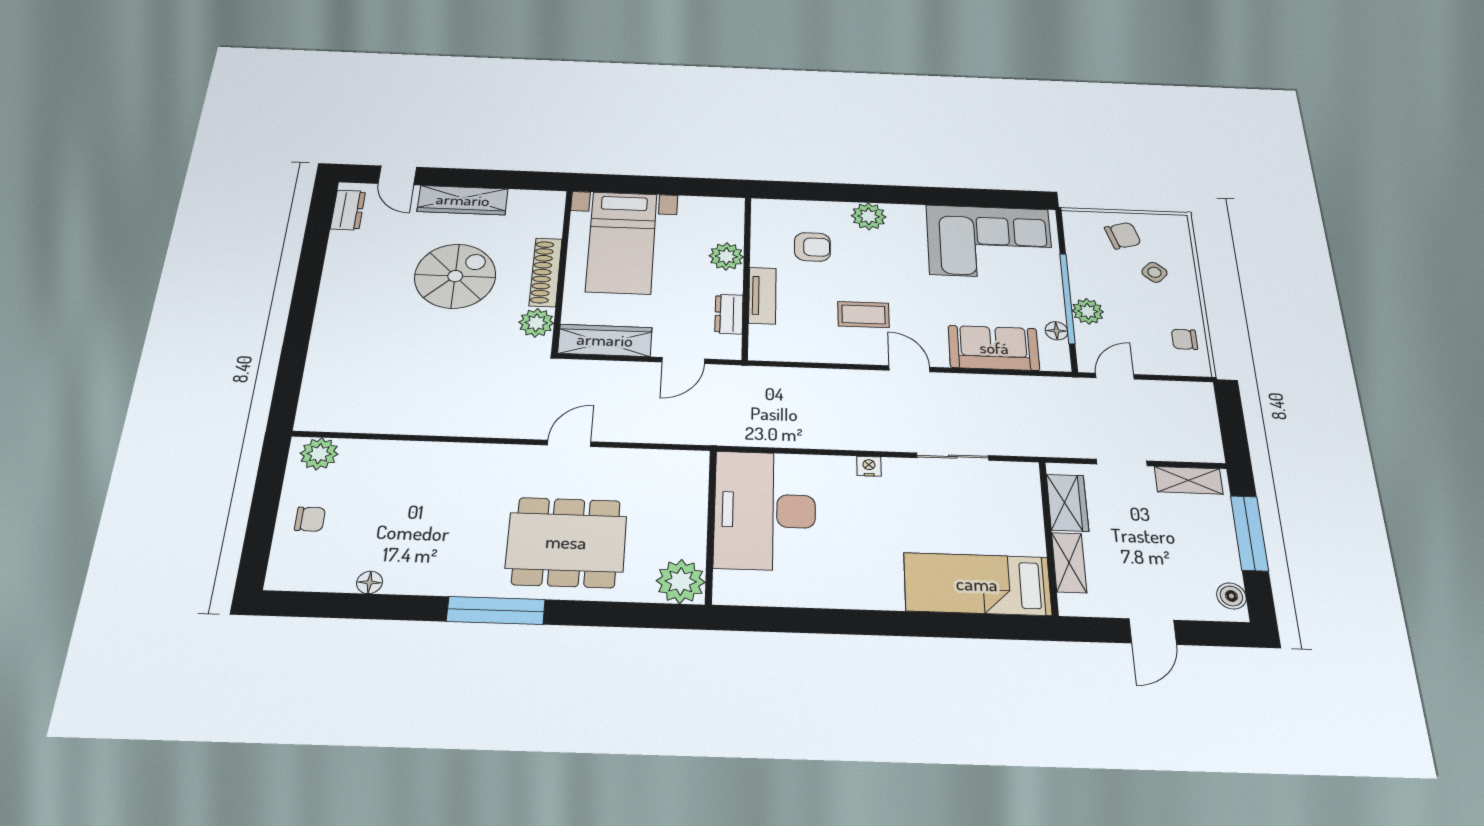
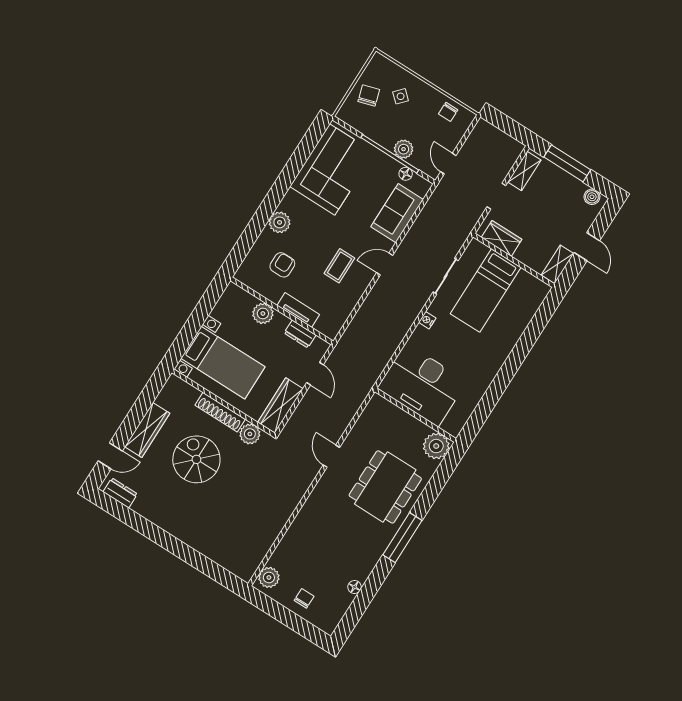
shelving: (1069, 563) -> (558, 264), moved, turned 90
bed: (977, 584) -> (486, 290), moved

